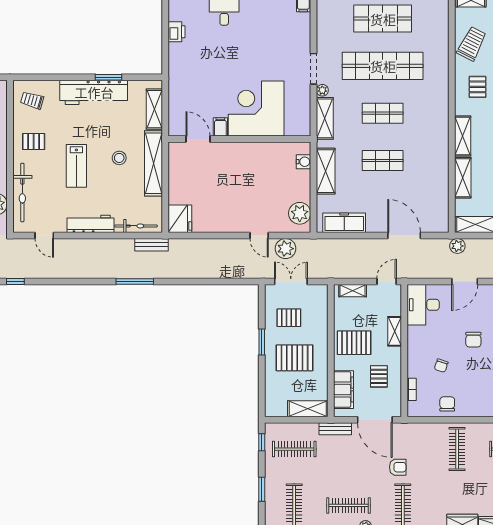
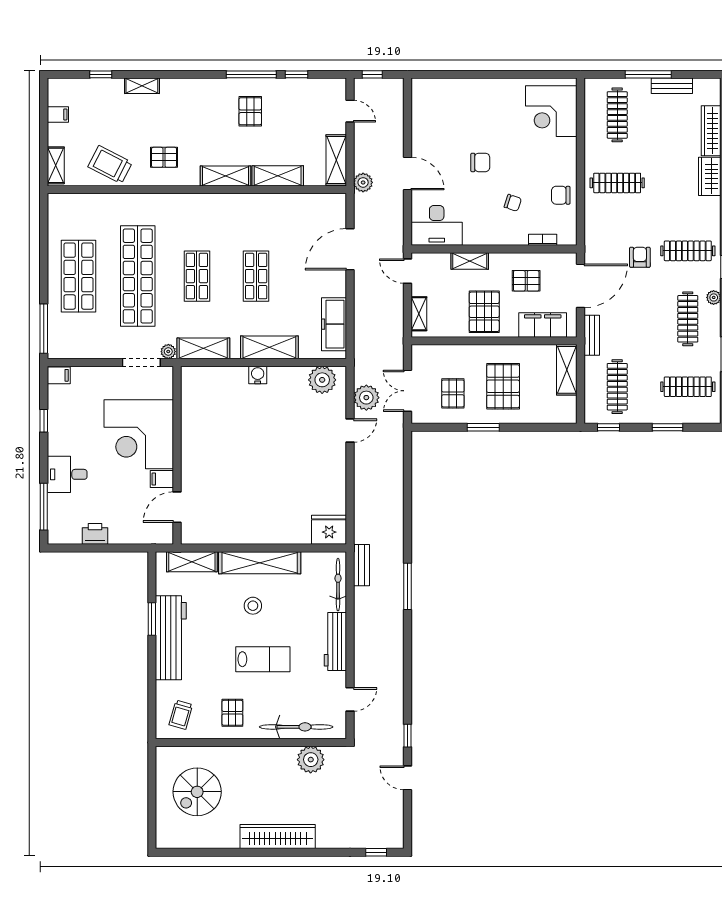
corner desk: (256, 108) -> (139, 434), moved
filing cabinet: (220, 127) -> (162, 479), moved
door: (198, 139) -> (177, 507), moved
wall: (239, 139) -> (177, 455), moved

